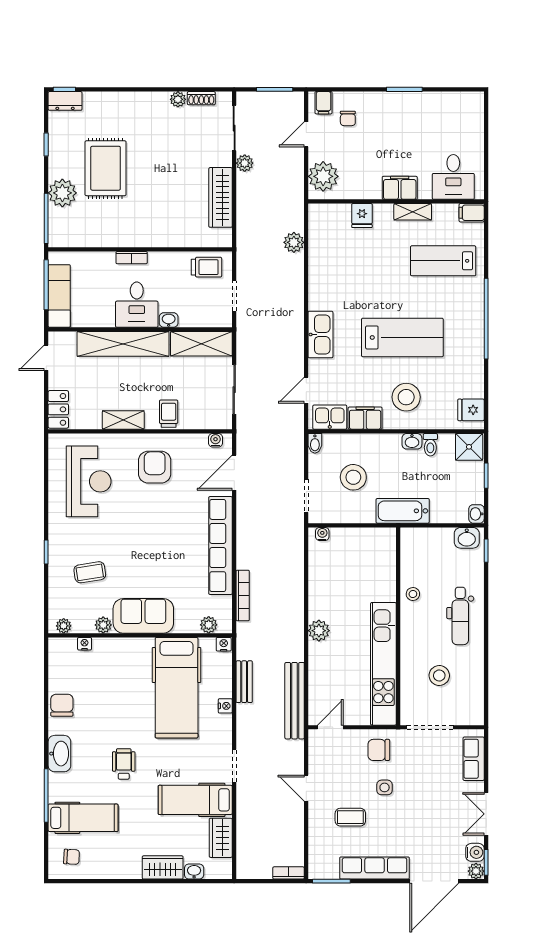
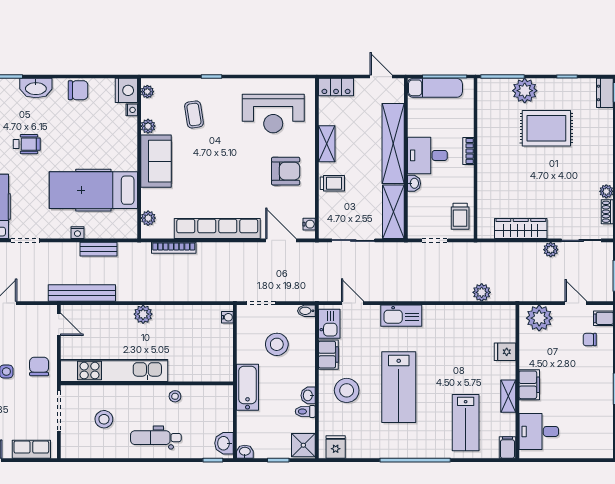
lab bench: (443, 261) -> (466, 423), turned 180
nightstand: (224, 644) -> (126, 90), moved, width x1.89, depth x1.79

